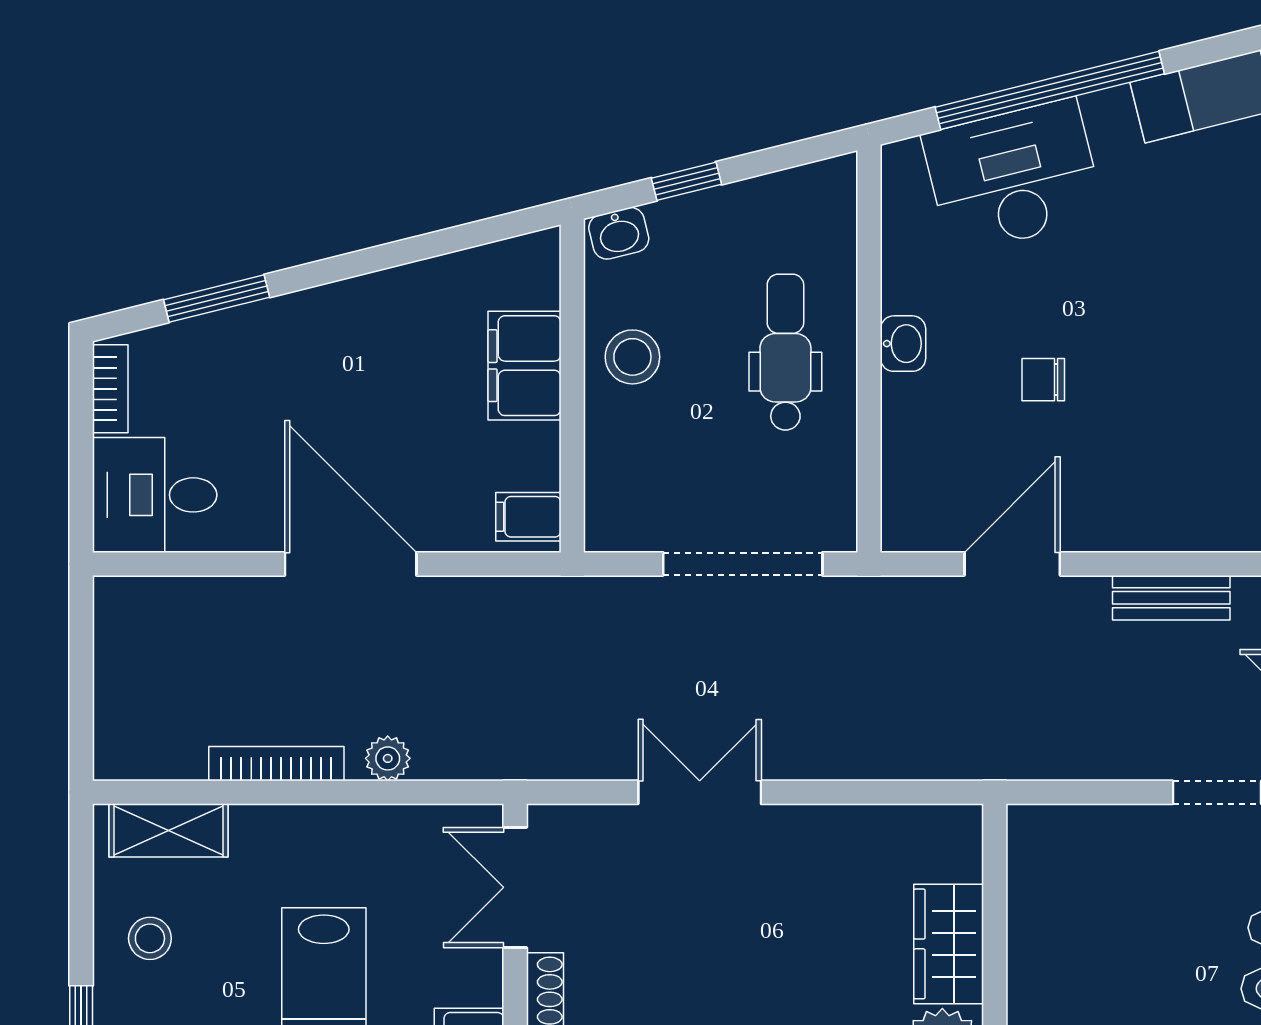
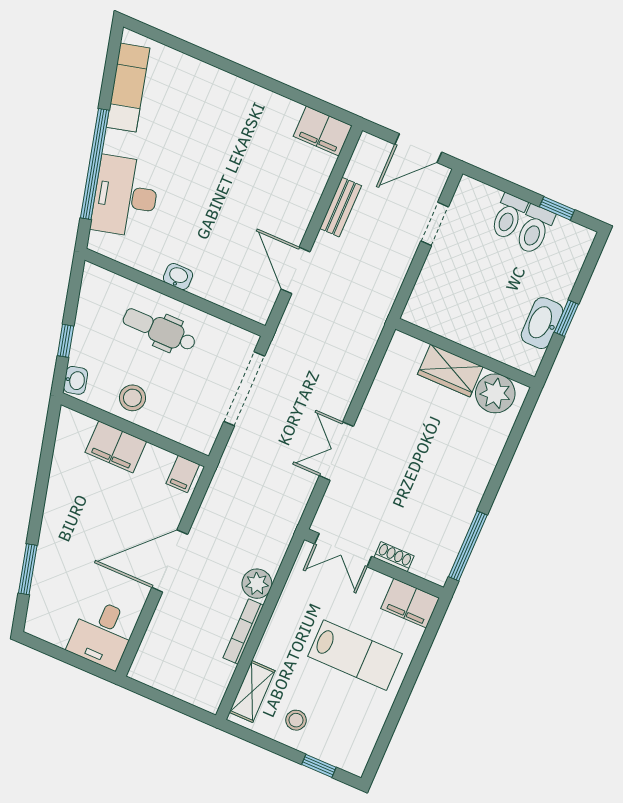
chair: (1043, 380) -> (220, 222), removed
bookcase: (110, 389) -> (47, 633), removed
plant: (388, 758) -> (257, 584), width x1.38, depth x1.38

